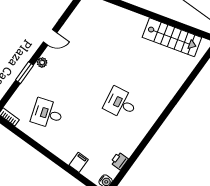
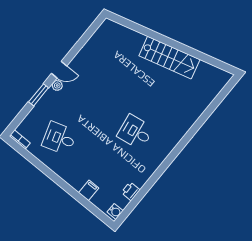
door: (50, 37) -> (59, 70), moved
stairs: (172, 37) -> (169, 58), moved

